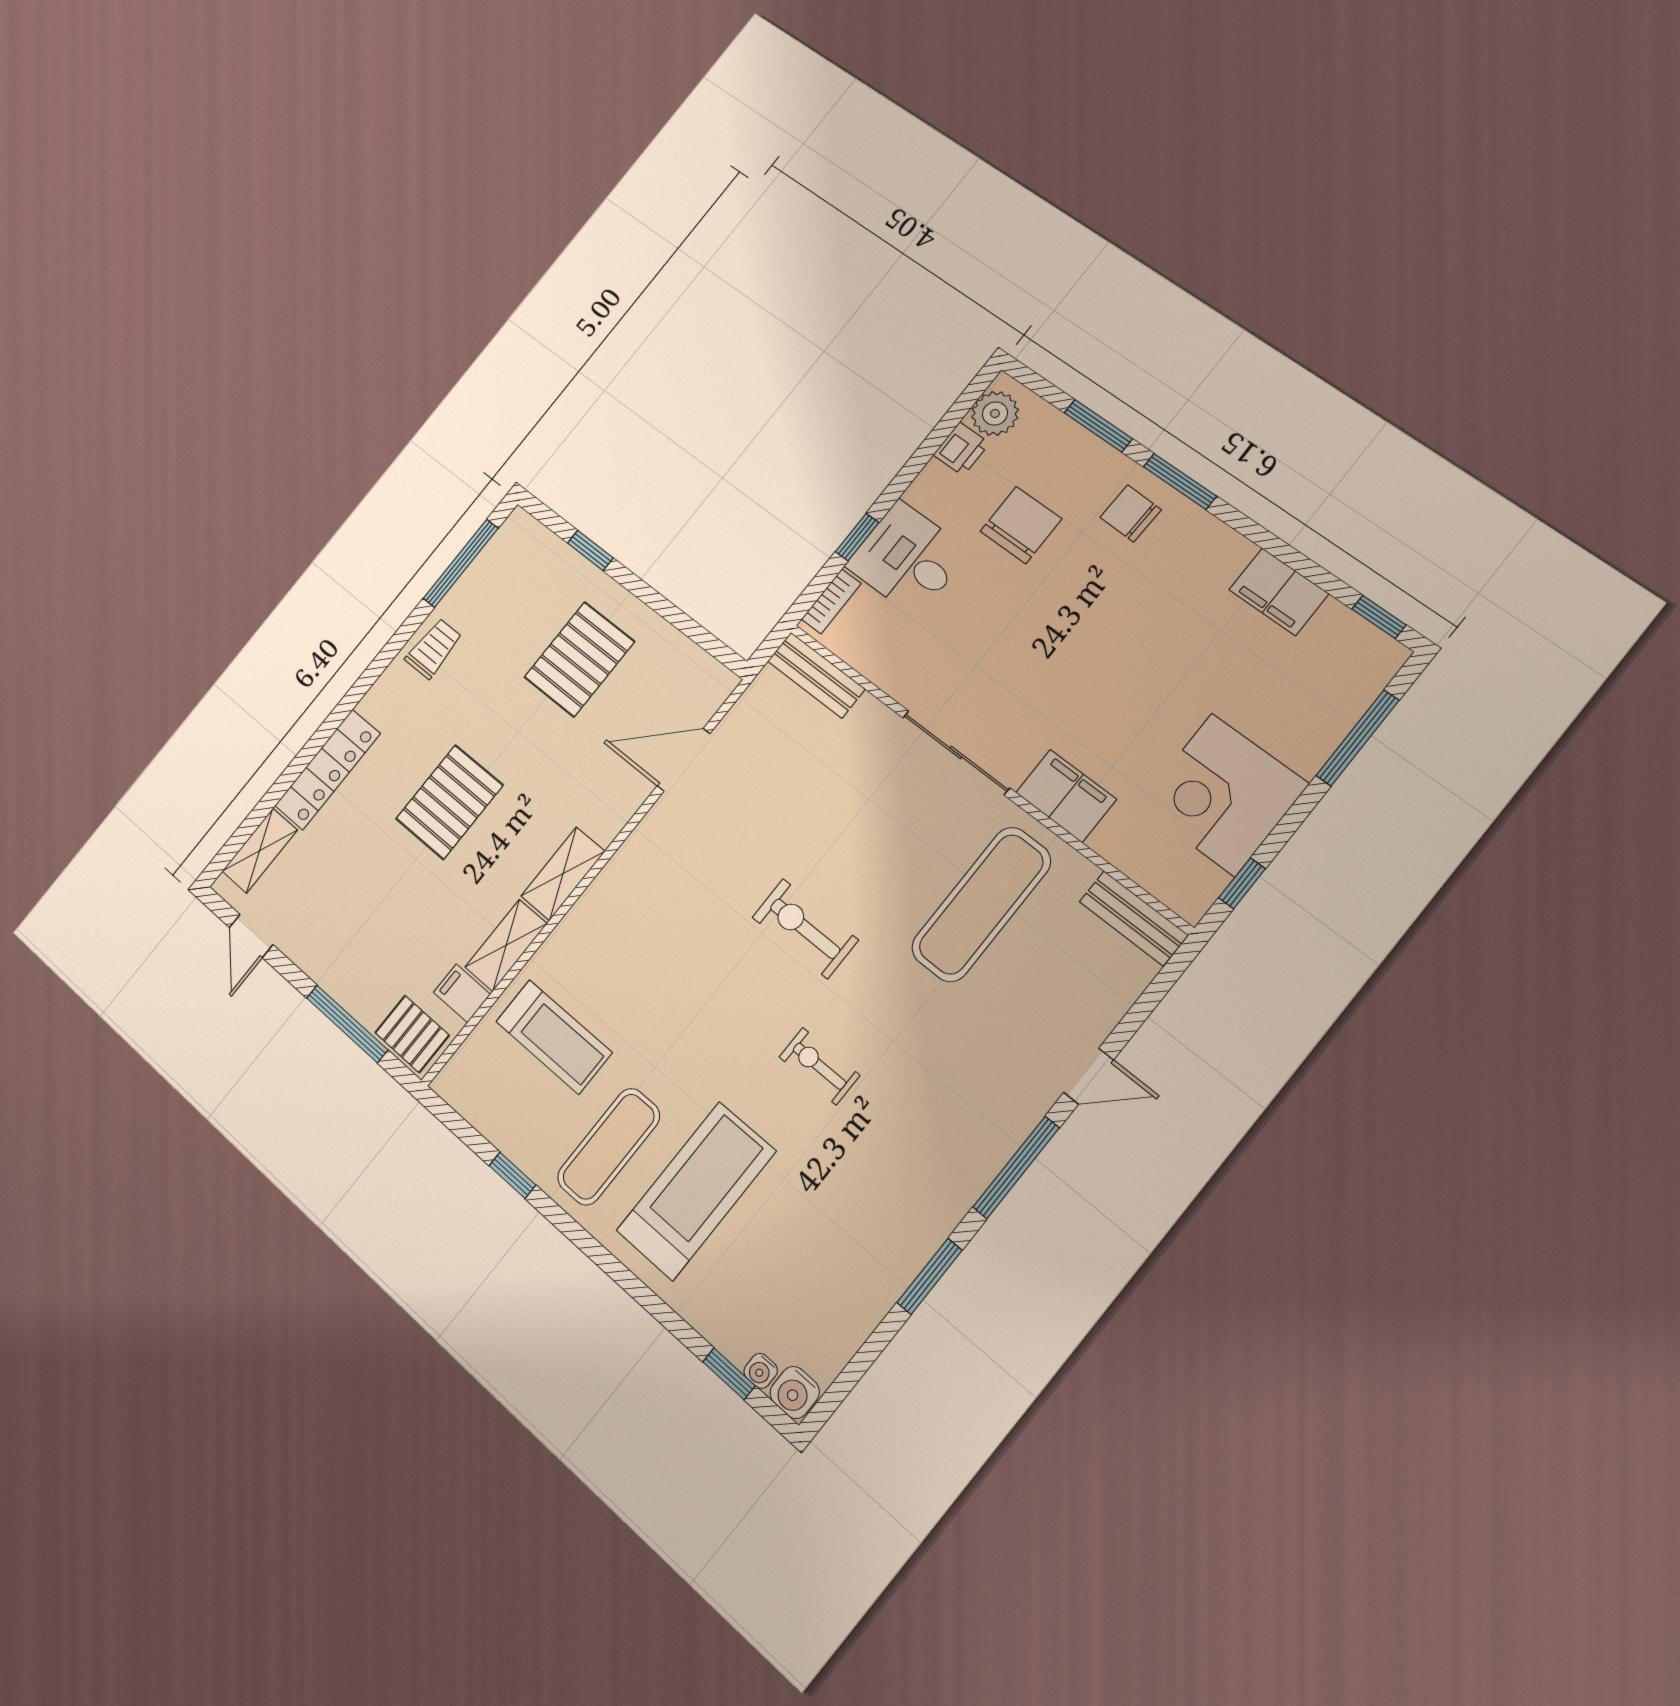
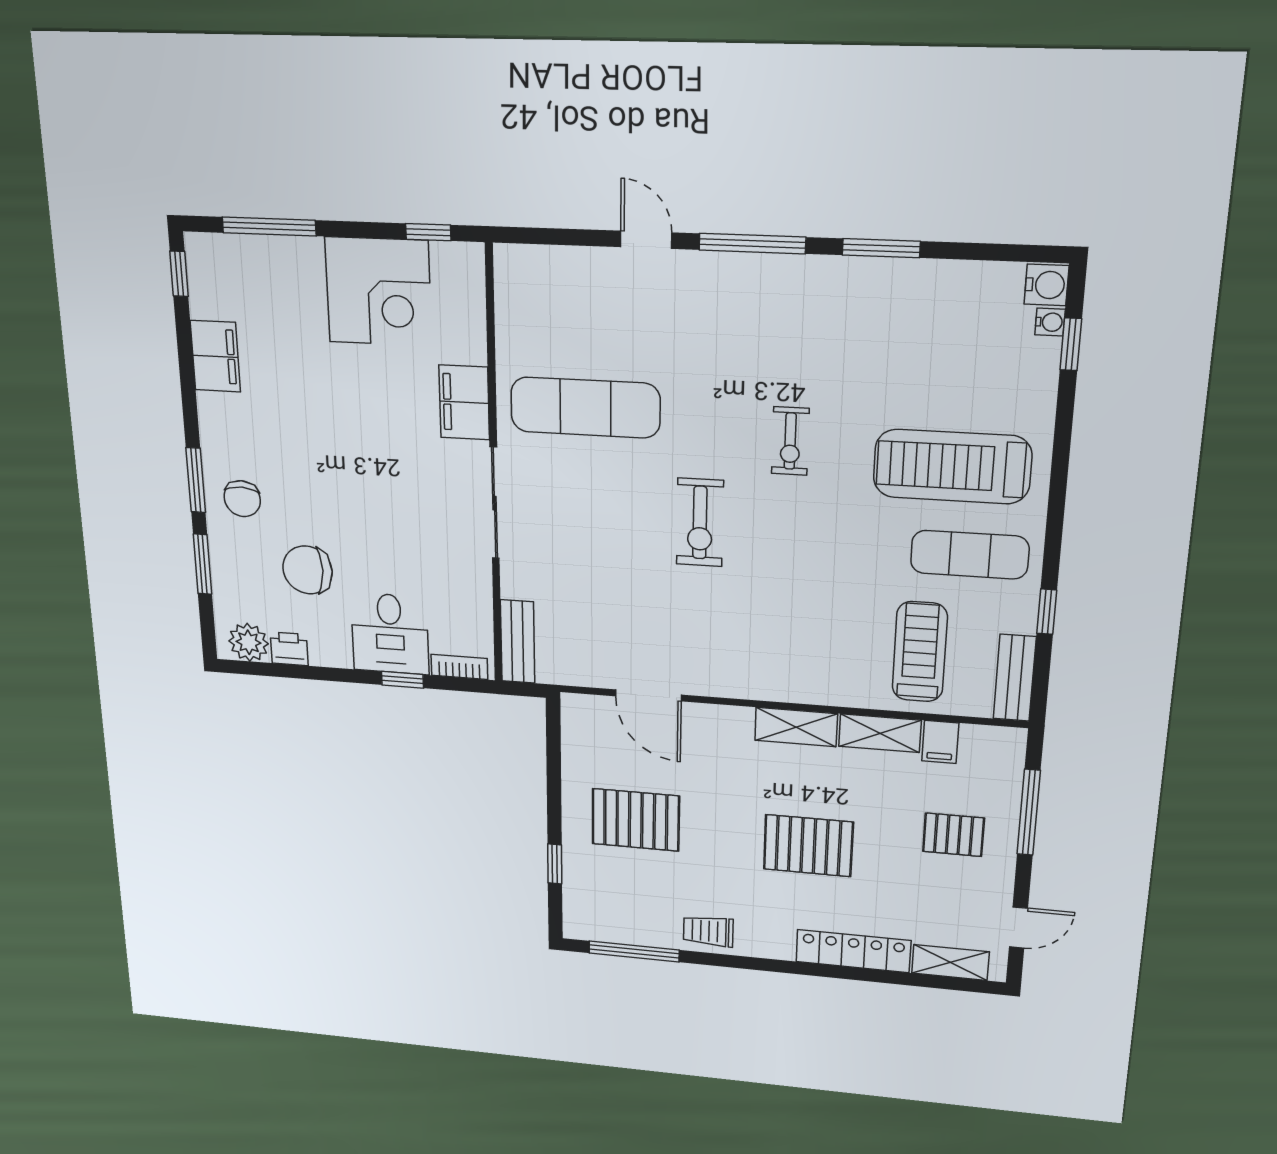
bench: (1133, 918) -> (1015, 678), moved
pallet: (412, 1034) -> (953, 835), moved, turned 90

